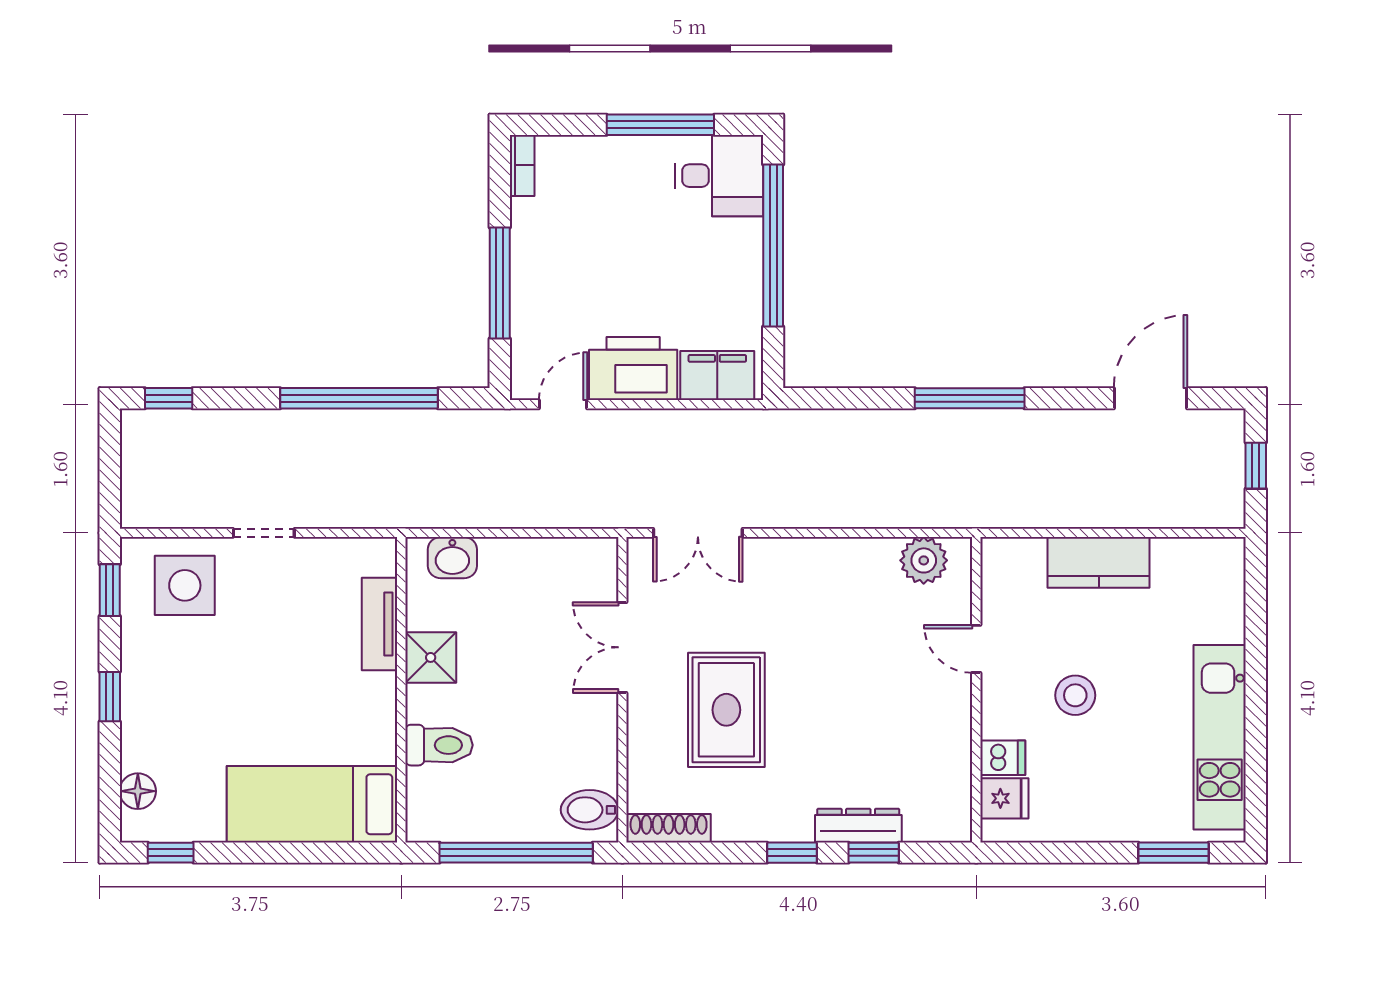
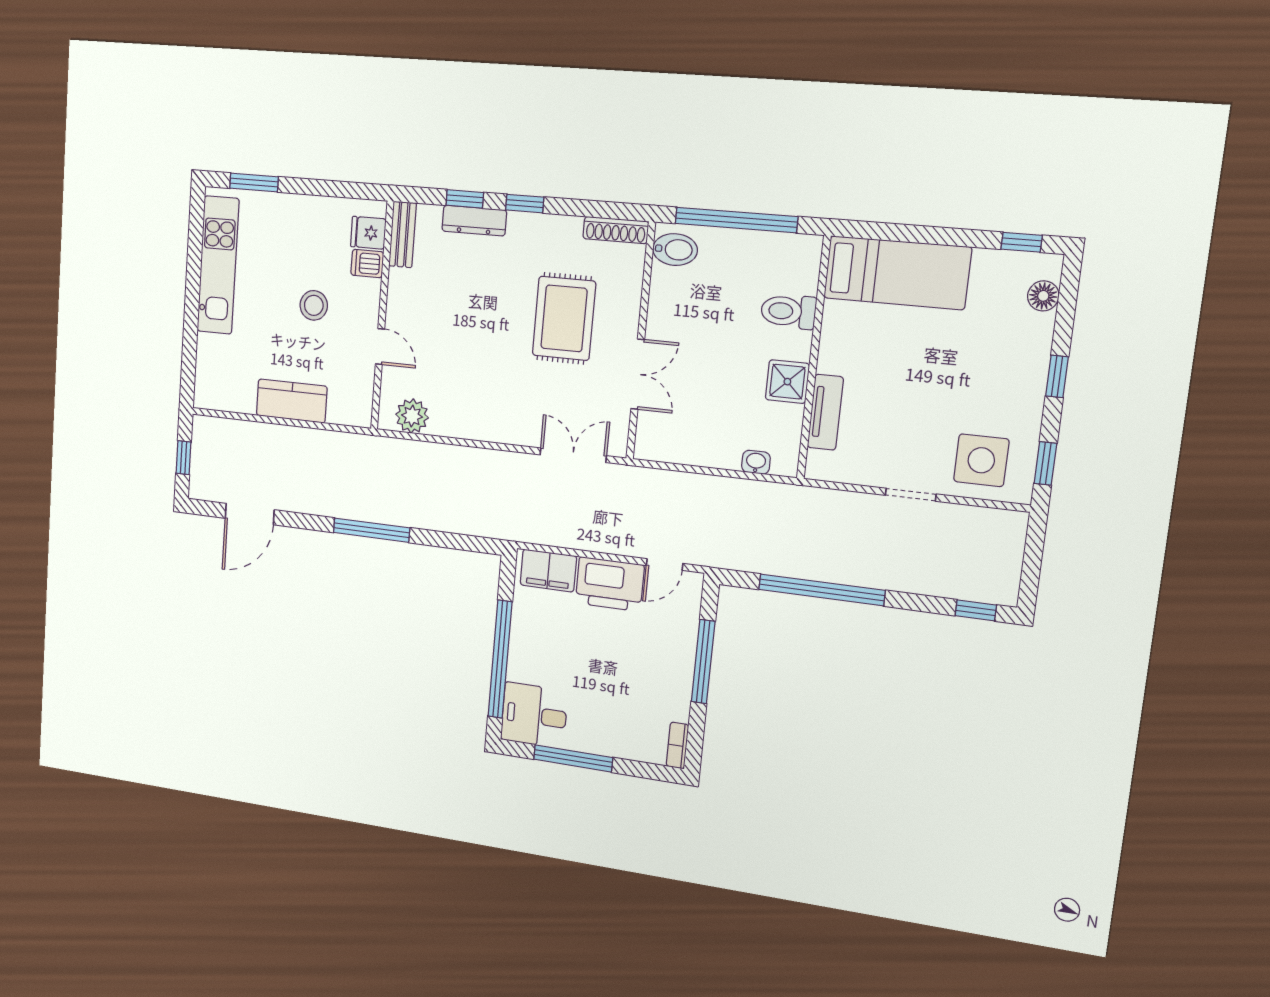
washbasin: (452, 558) -> (756, 462), width x0.72, depth x0.69
bench: (956, 800) -> (402, 234), added

